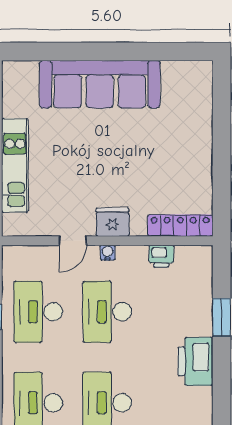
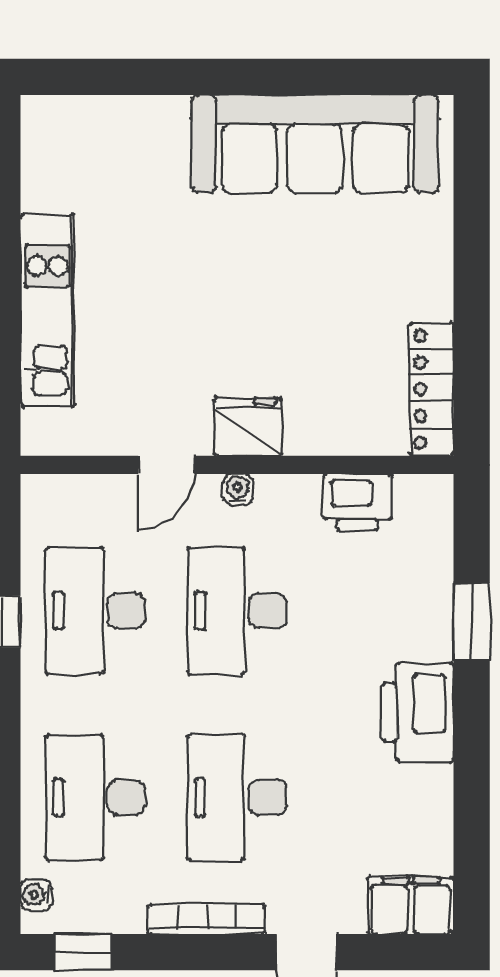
sofa: (100, 84) -> (315, 144), moved
locker: (180, 226) -> (431, 389), moved, turned -90
printer: (161, 256) -> (357, 502), width x1.36, depth x1.24

